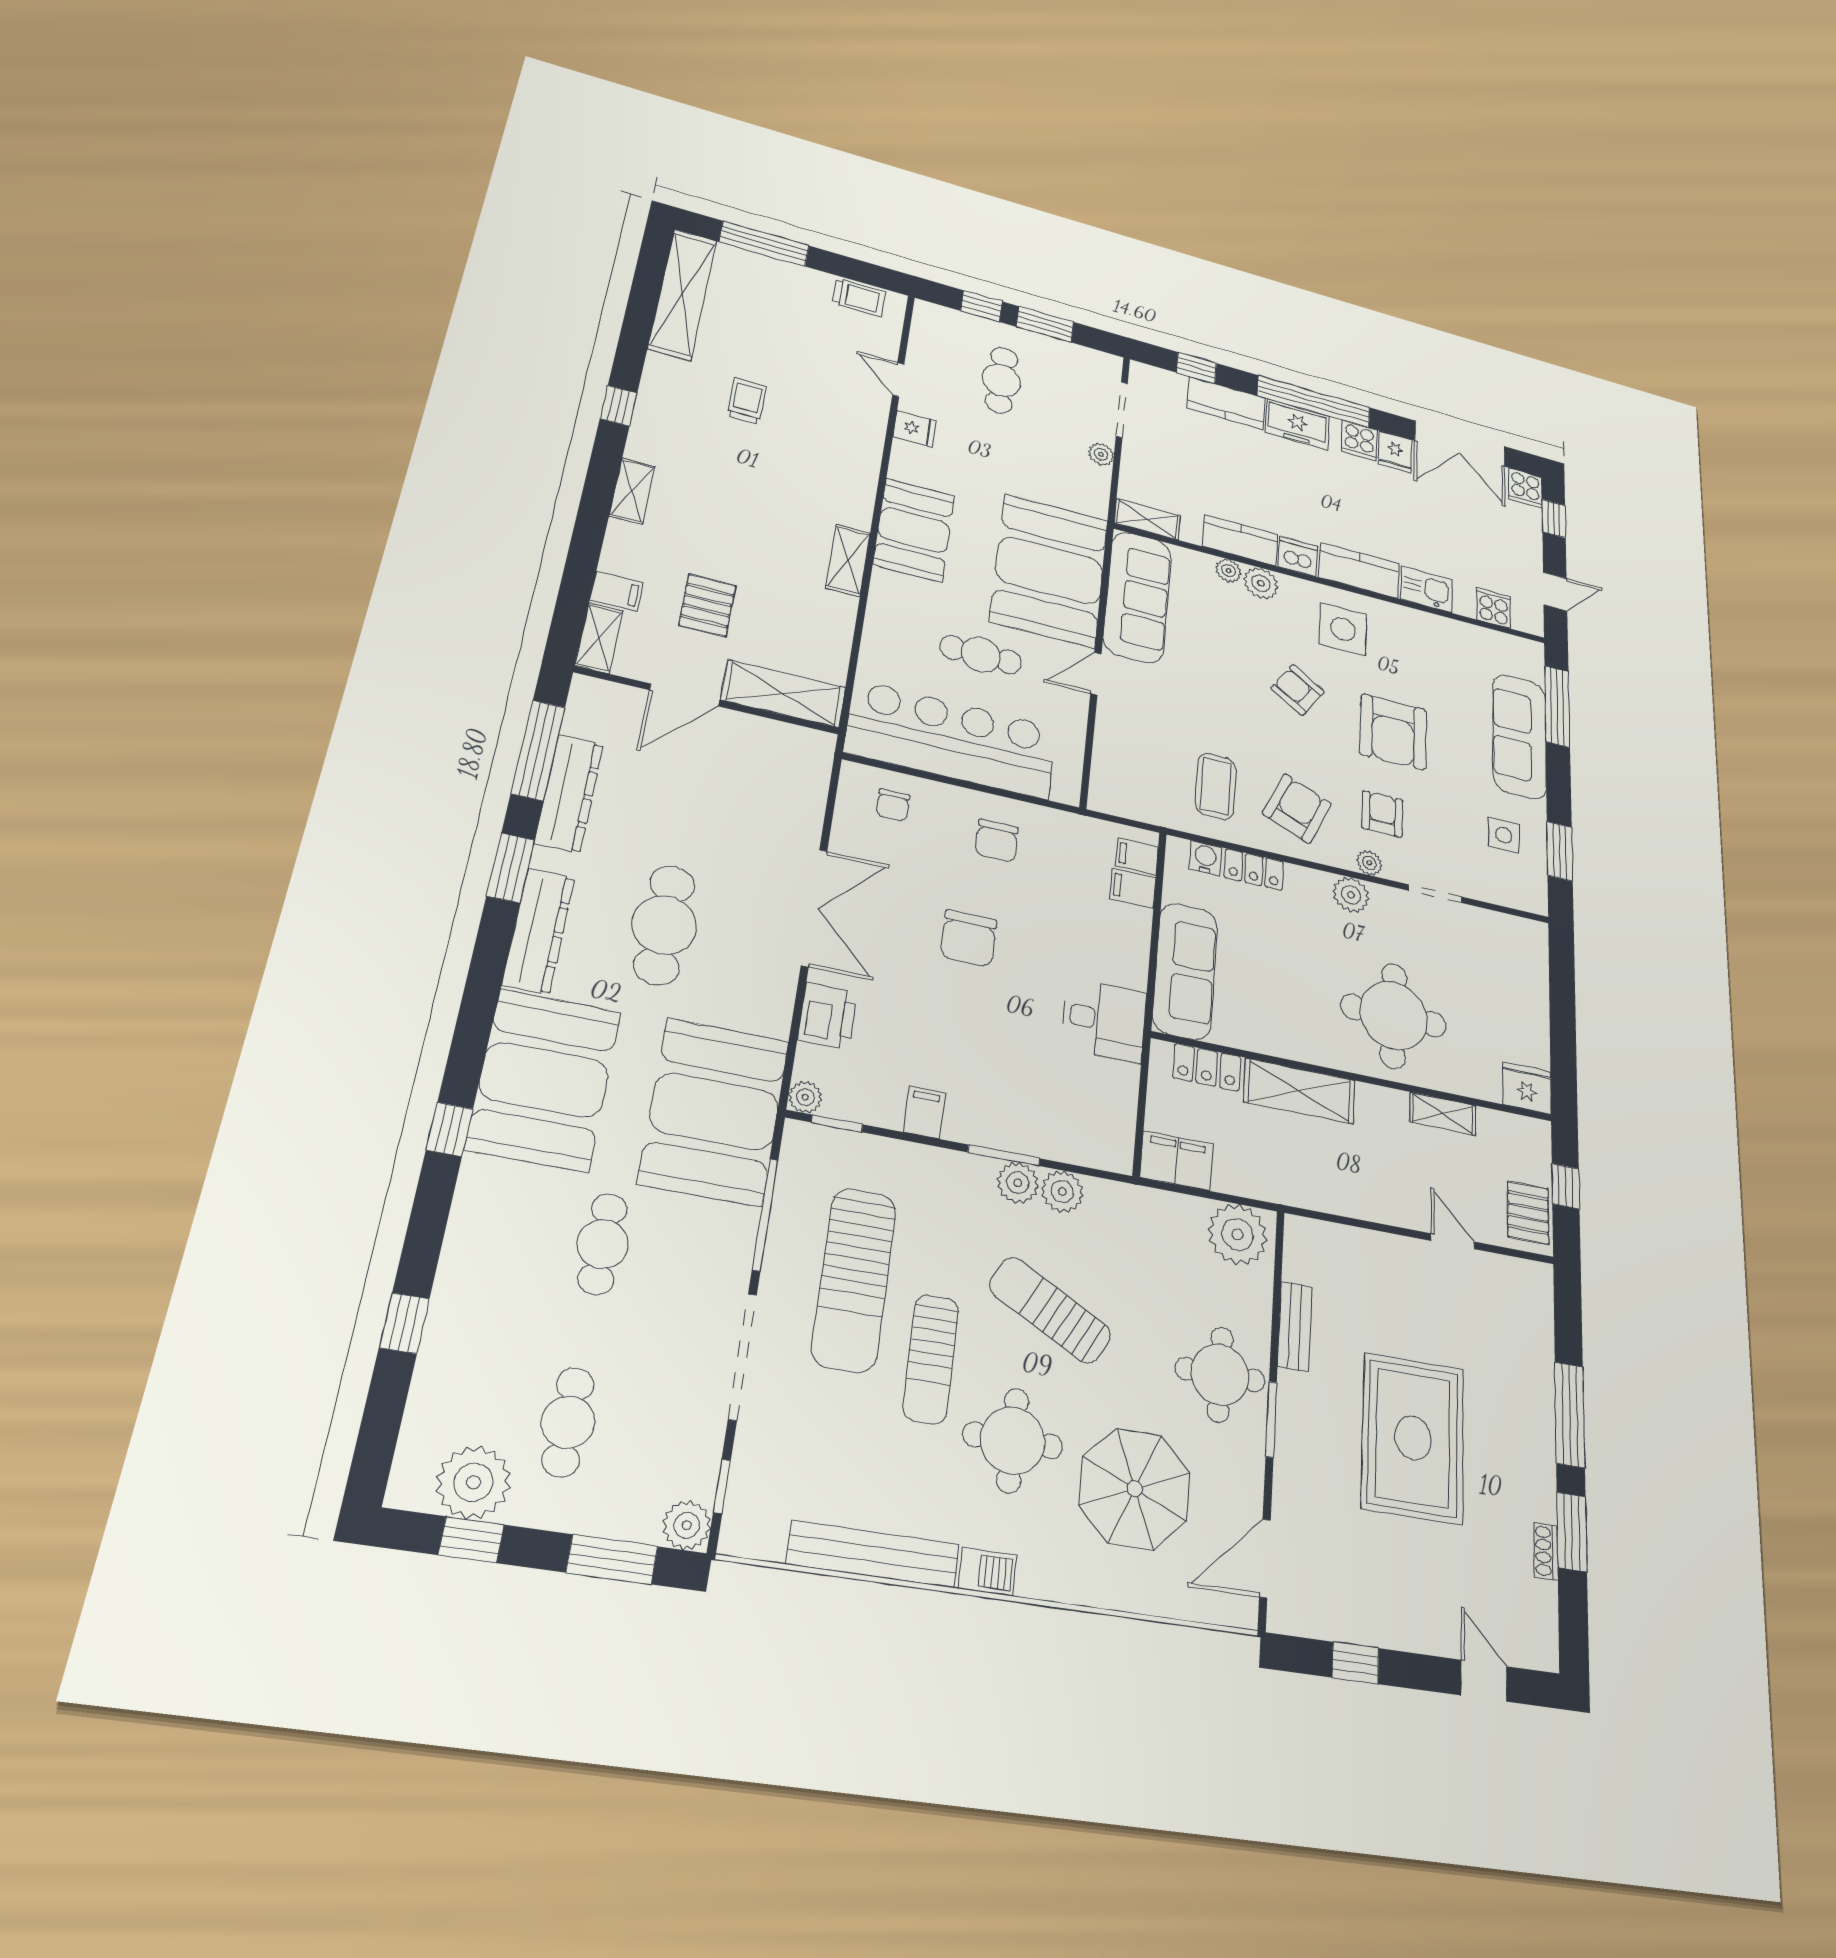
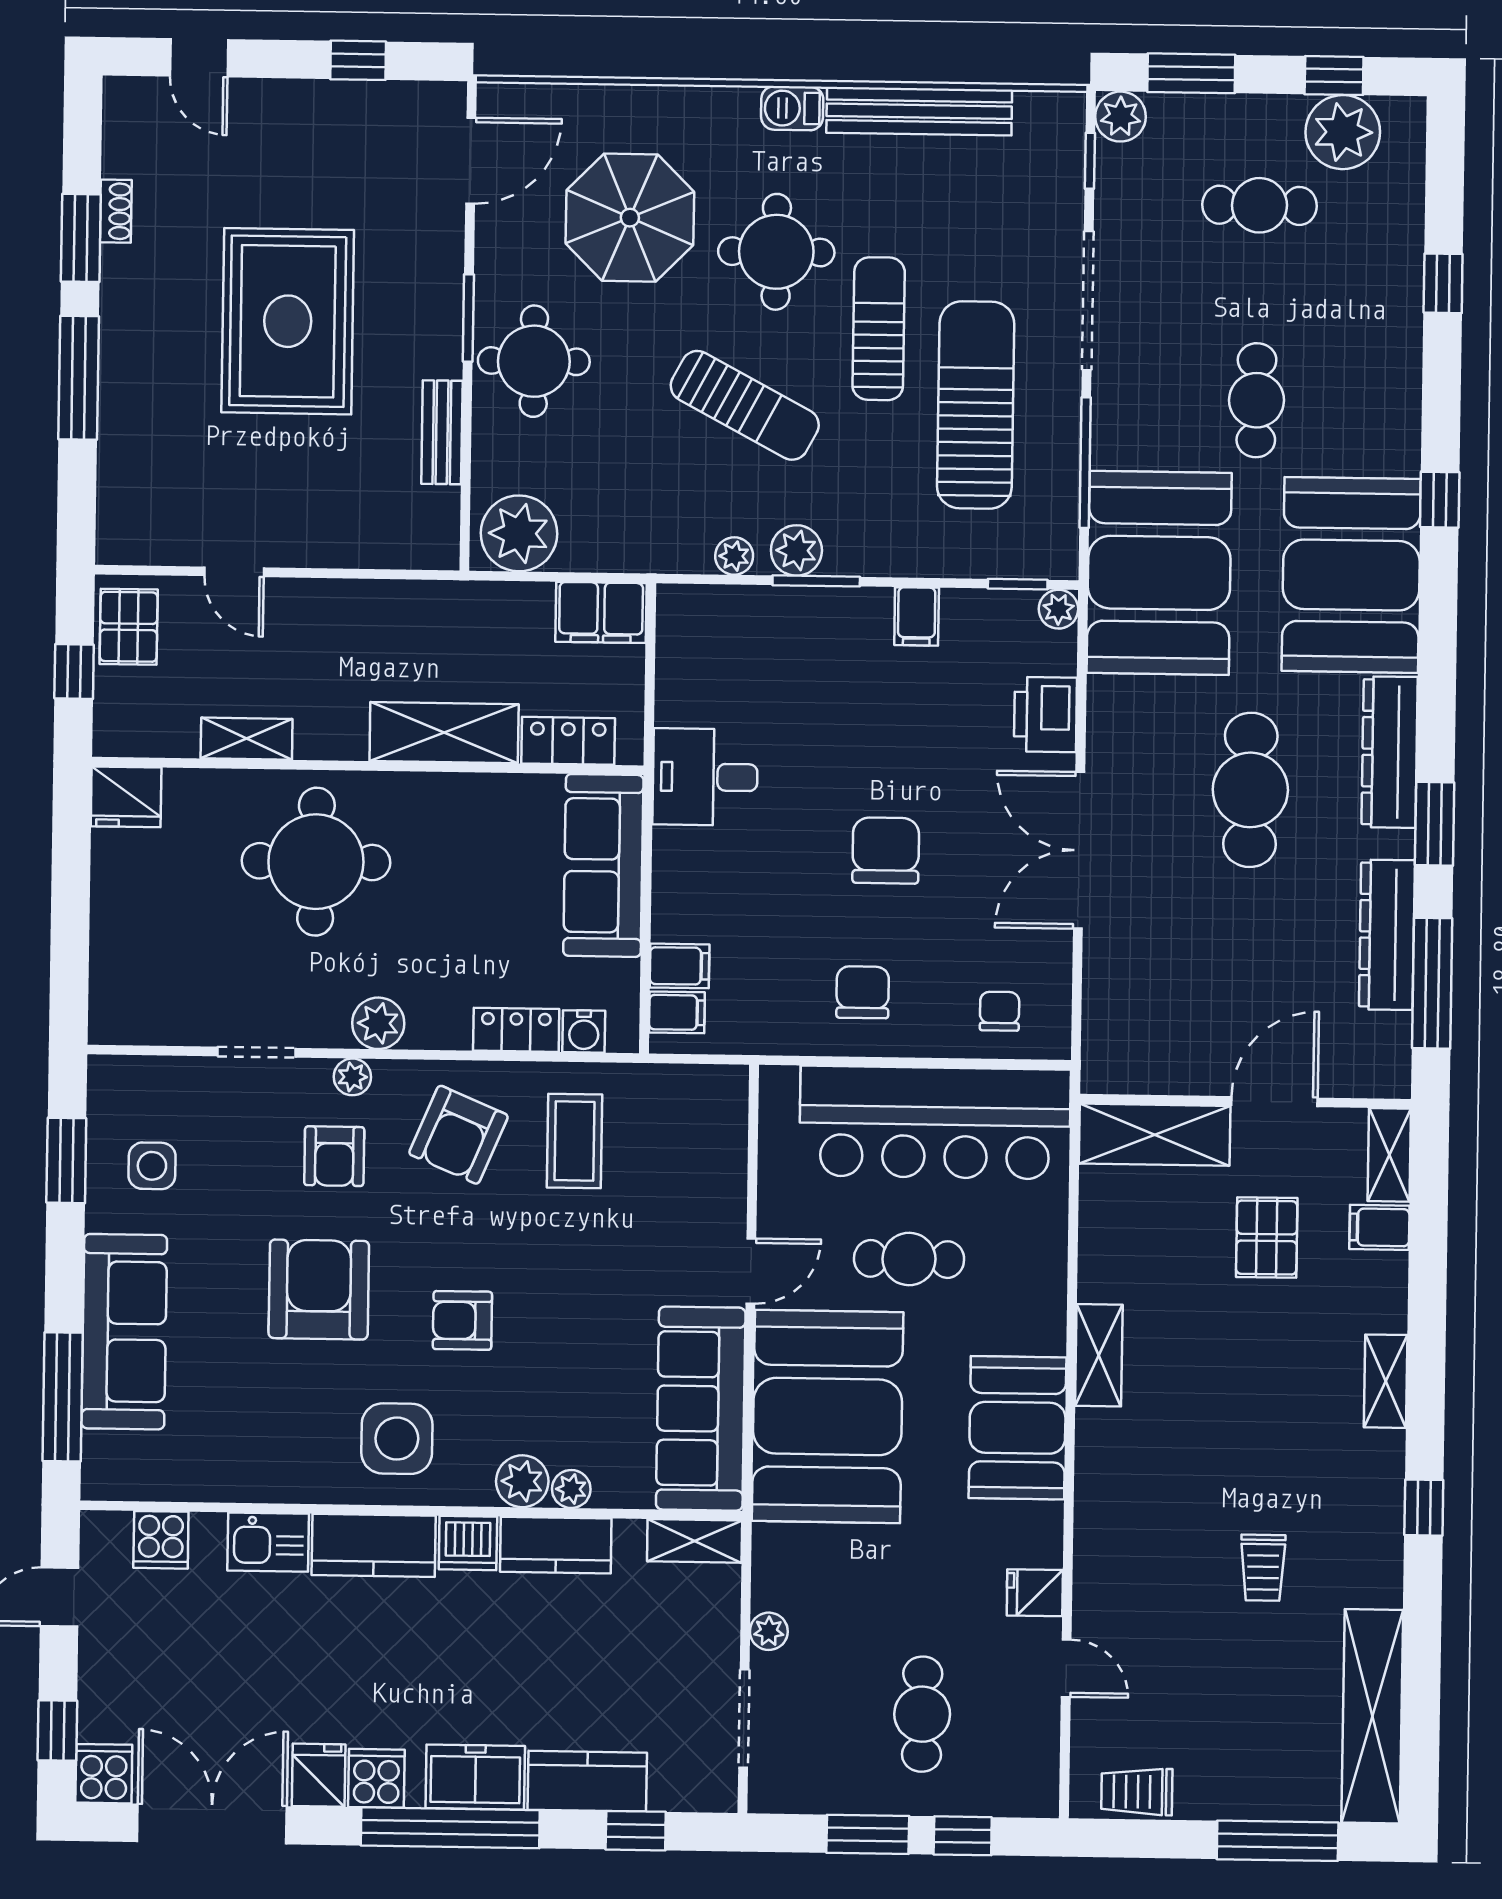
armchair: (1298, 690) -> (462, 1320), turned 147
plant: (1062, 1192) -> (734, 556), width x0.73, depth x0.73
cafe table: (568, 1422) -> (1260, 205), turned 90

